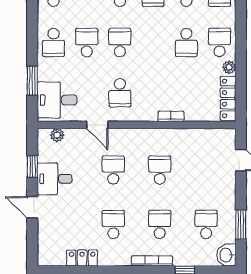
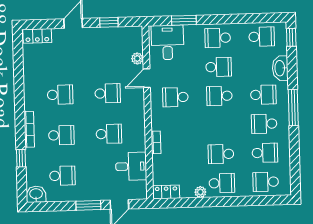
school desk: (120, 43) -> (219, 96), turned 180
locker: (228, 98) -> (166, 192), width x0.66
plant: (57, 135) -> (137, 58), moved
desk: (55, 179) -> (131, 166), moved, turned 90
window: (241, 225) -> (88, 205), moved
locker: (82, 258) -> (37, 36), moved, turned 90

